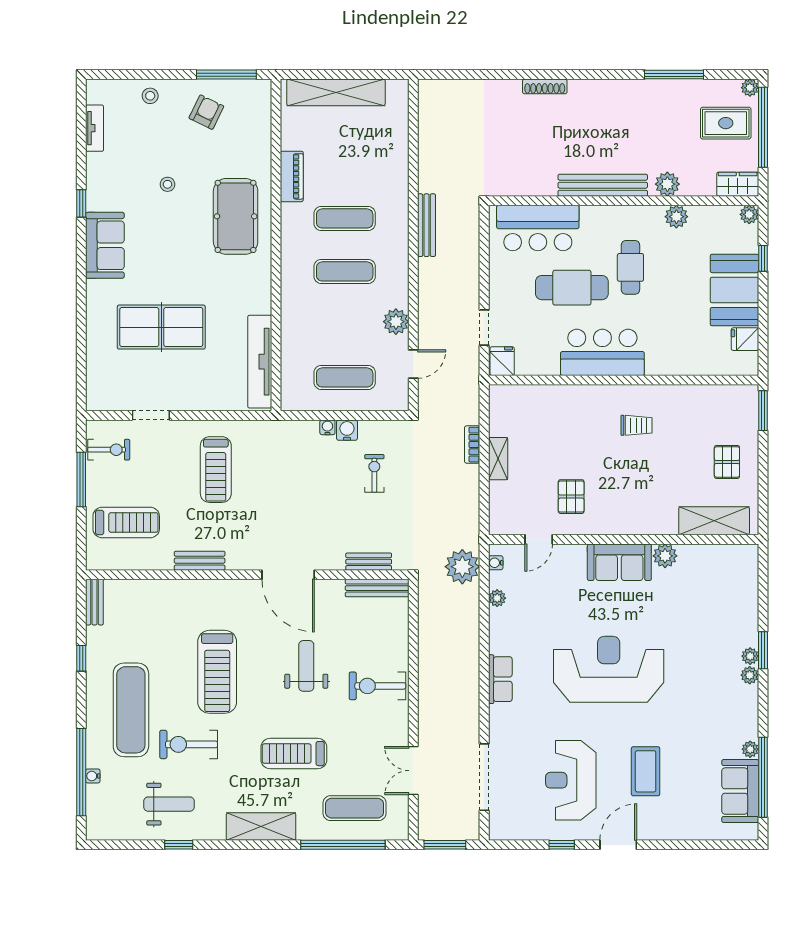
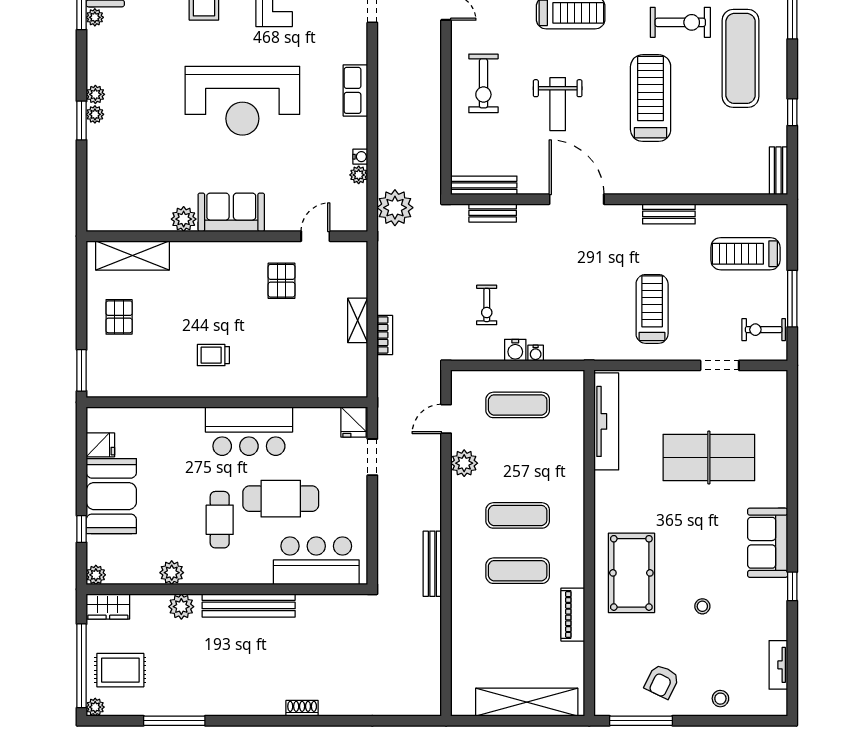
shoe rack: (545, 86) -> (302, 708), width x0.70
water cooler: (496, 563) -> (360, 157), moved
exercise bike: (377, 686) -> (483, 83), turned 90

